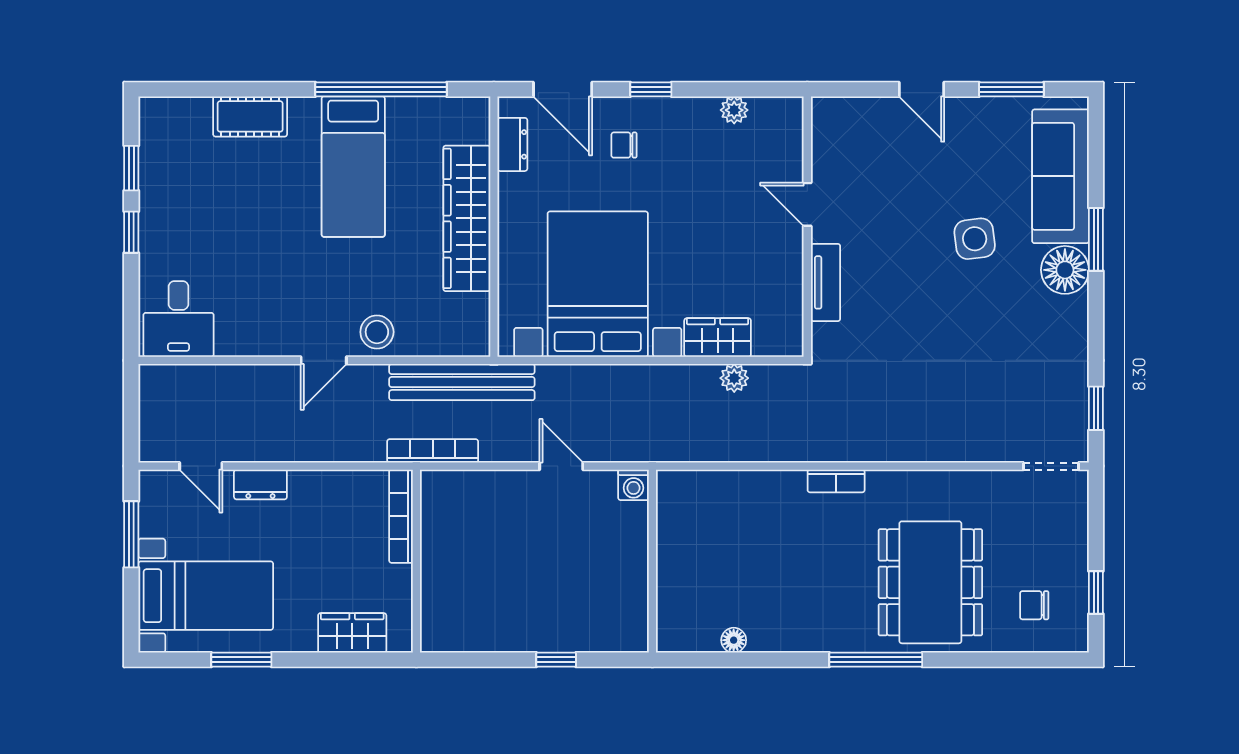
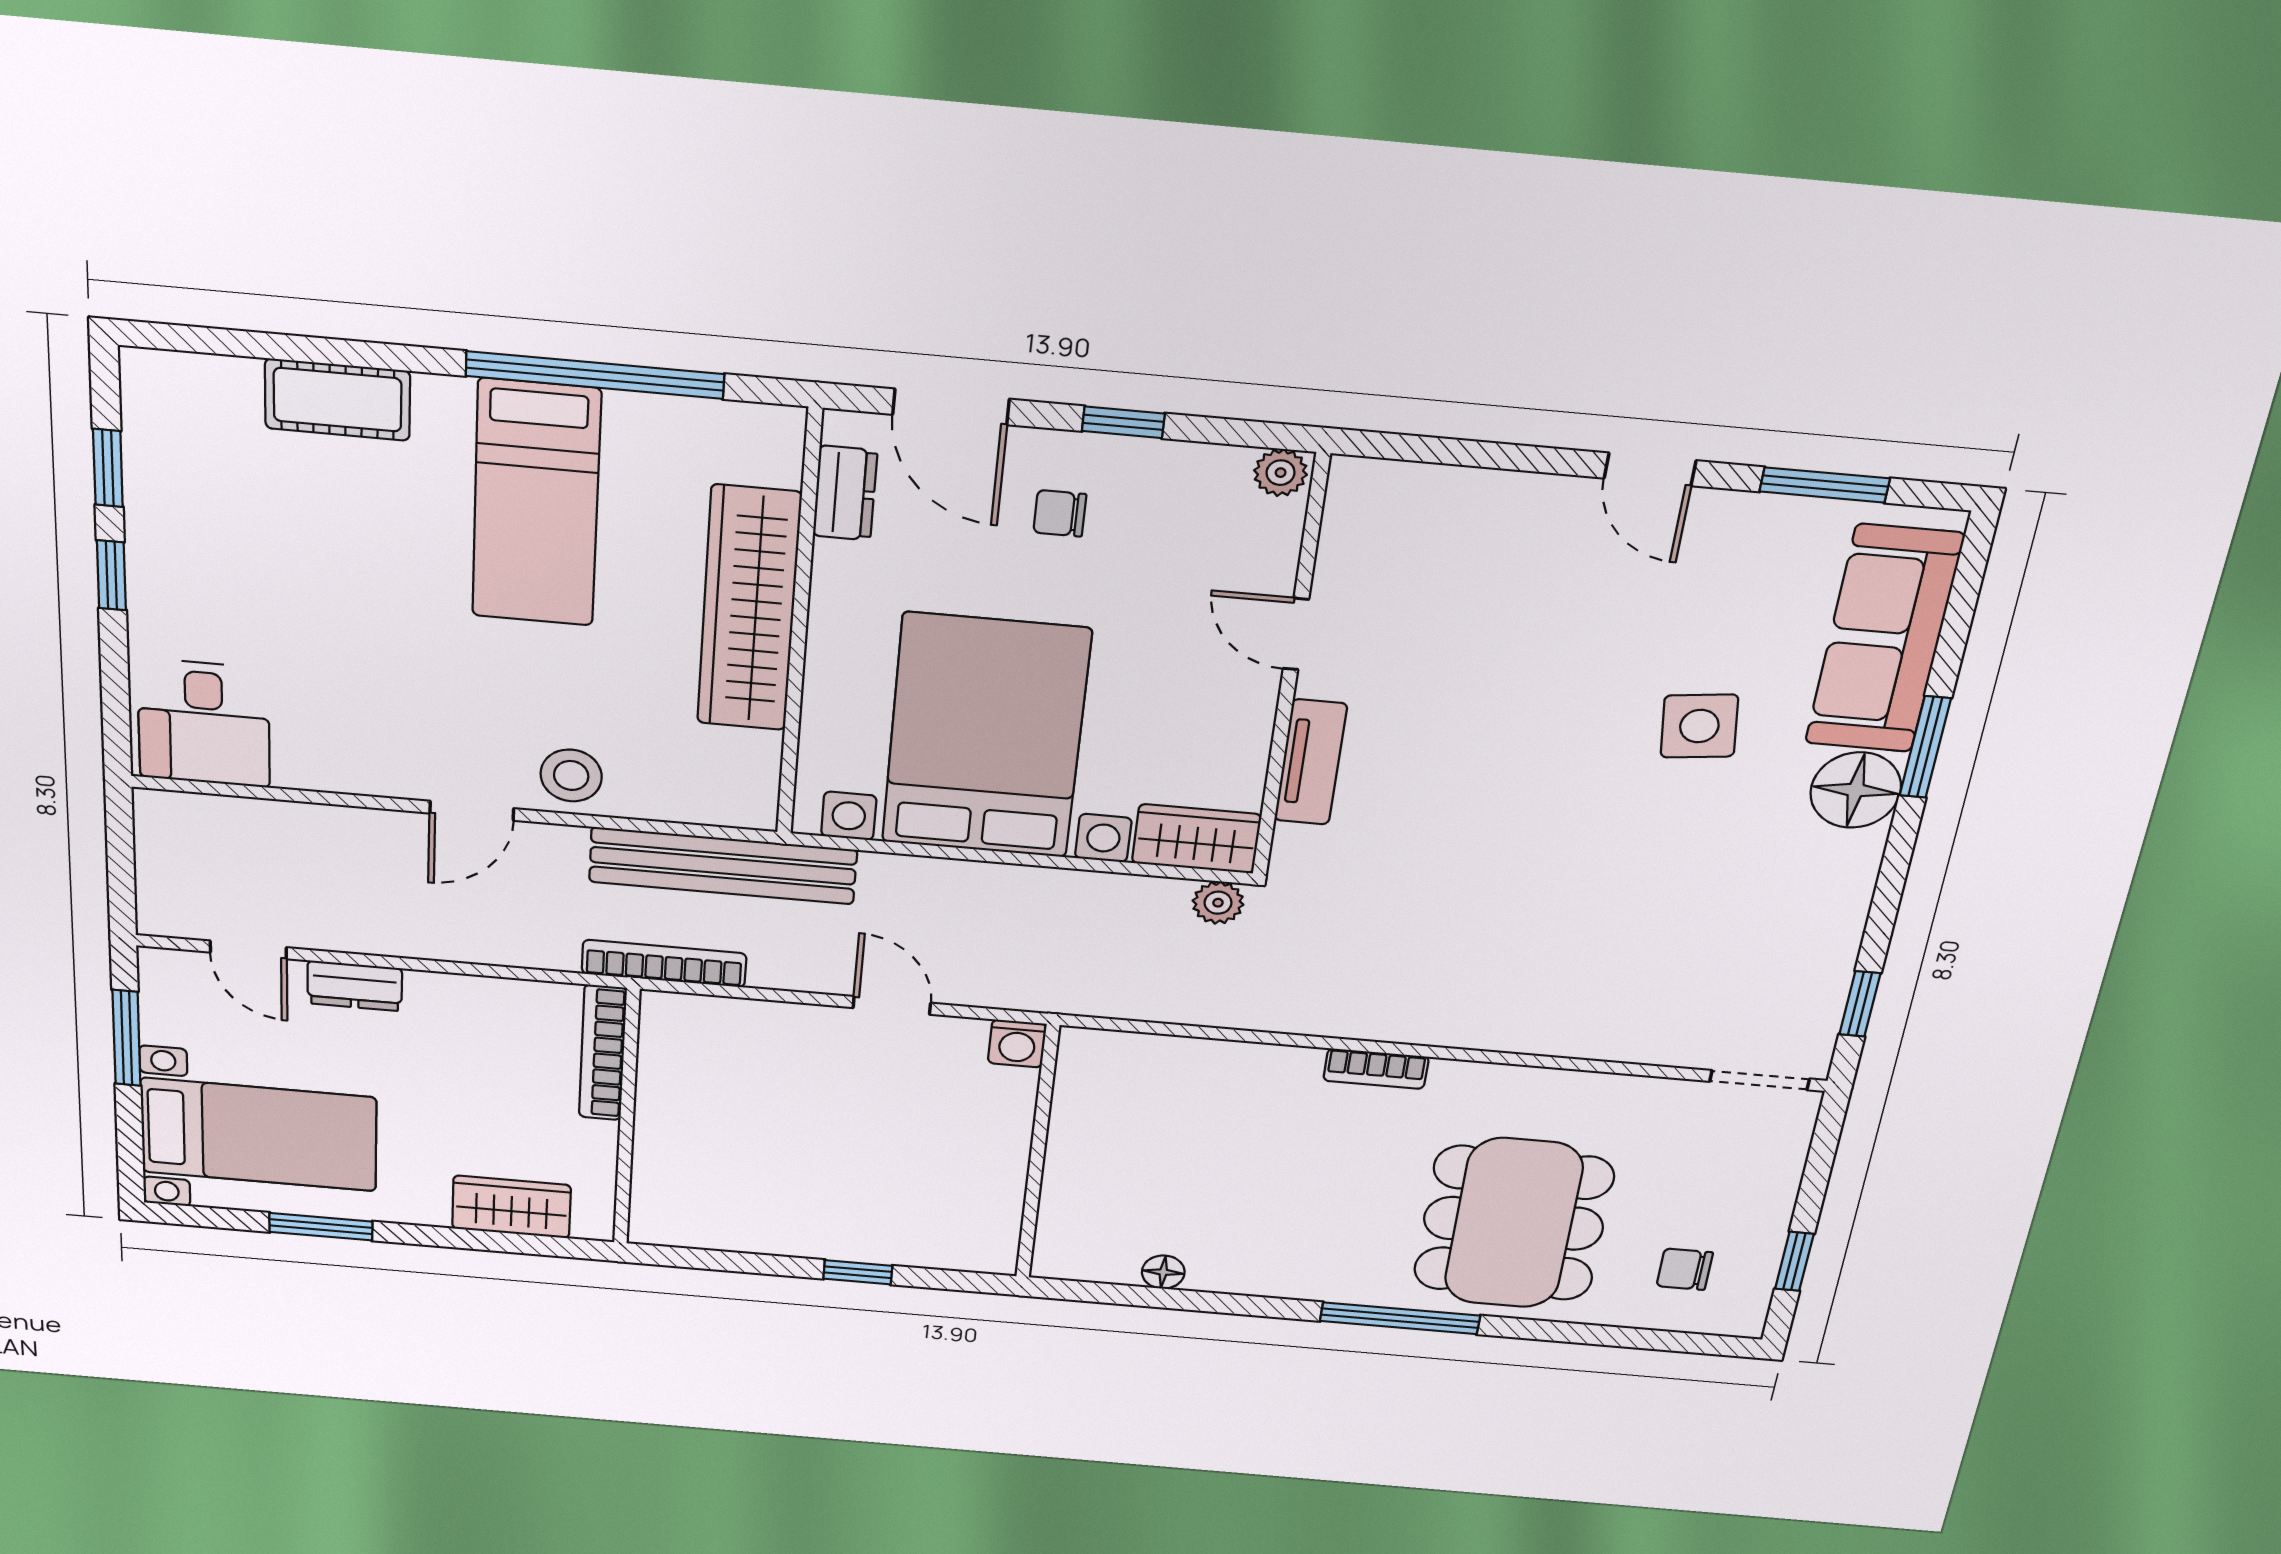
door: (807, 204) -> (1296, 634), moved
wall: (807, 227) -> (1290, 670), moved
tv unit: (825, 282) -> (1311, 762), moved

